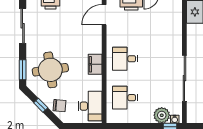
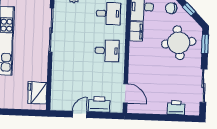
door: (104, 15) -> (125, 93), hinge flipped
filing cabinet: (95, 64) -> (136, 31), moved

